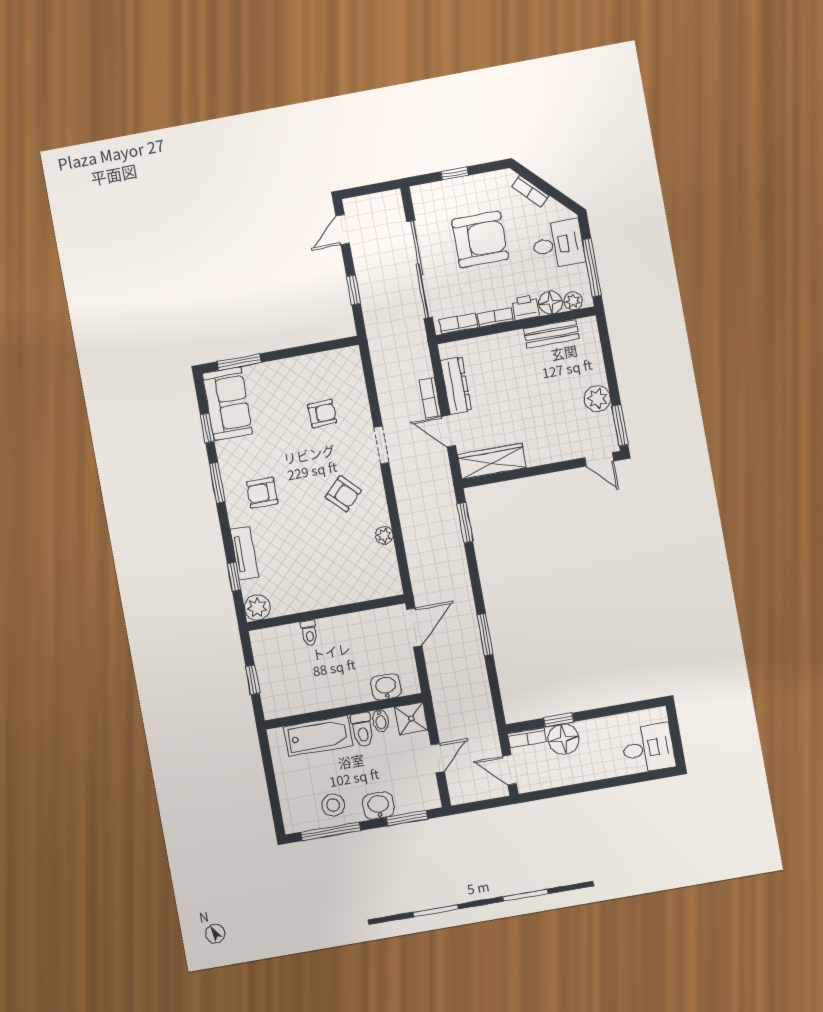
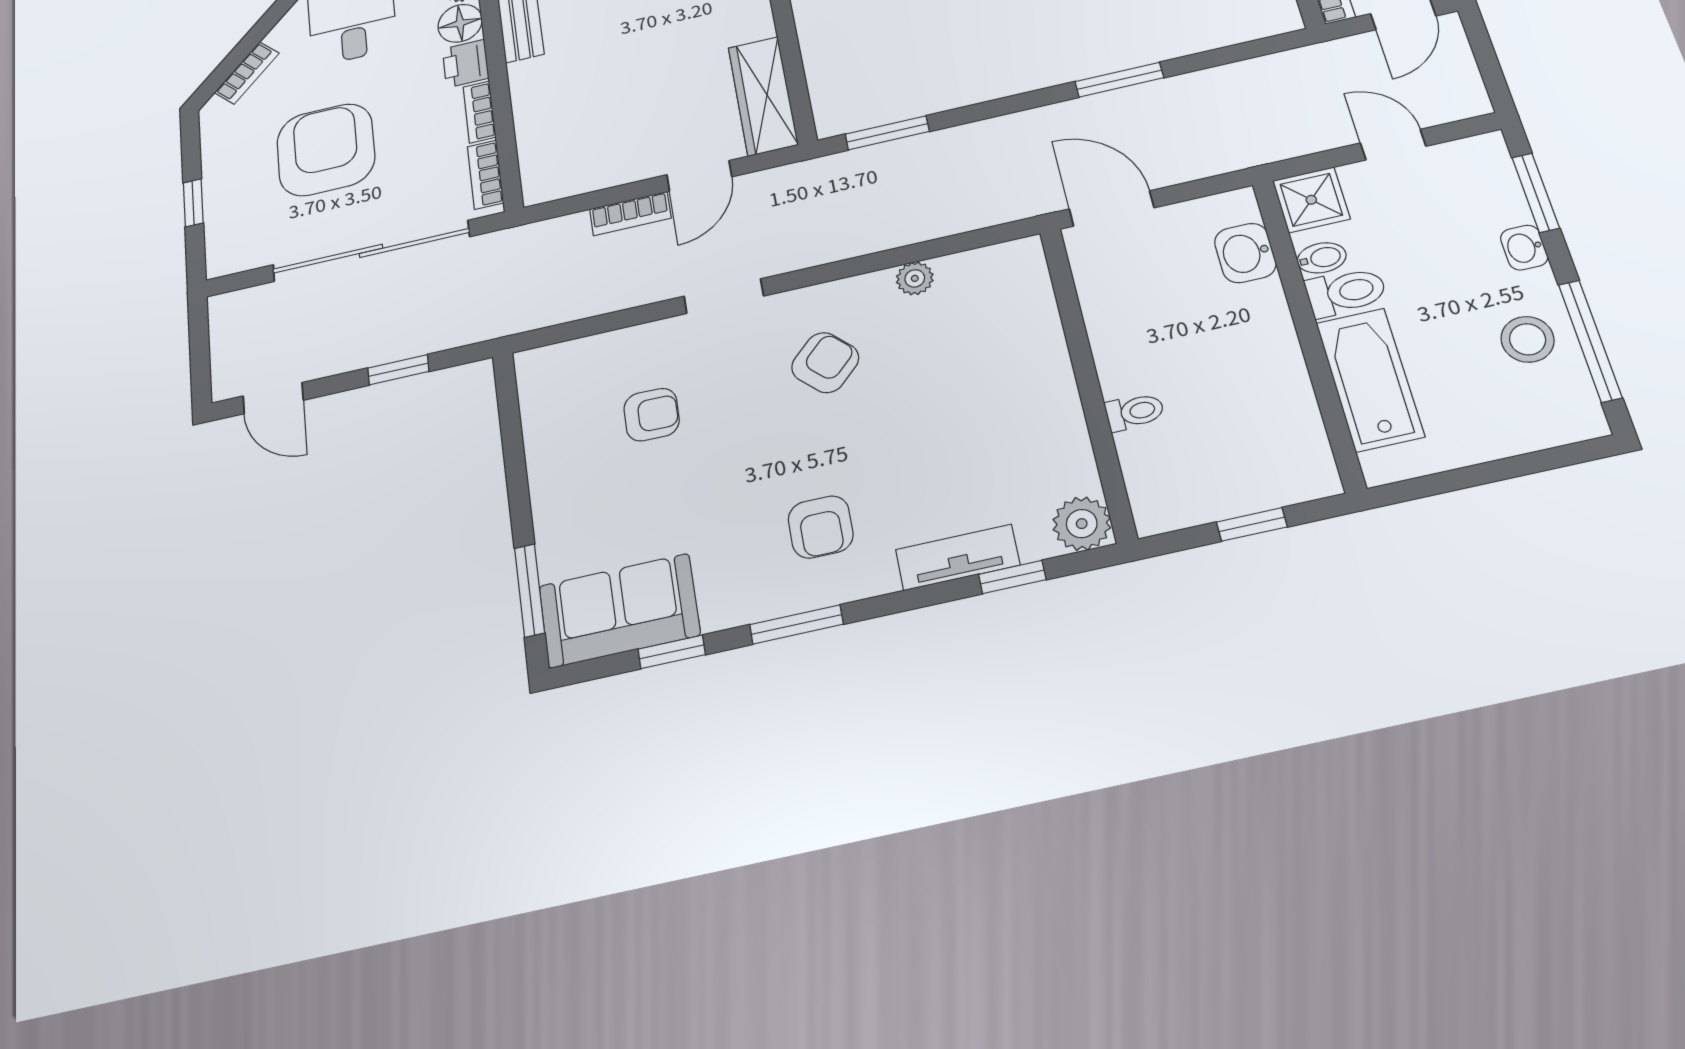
dresser: (456, 385) -> (608, 169), removed
armchair: (322, 414) -> (652, 415), turned 93
washbasin: (378, 806) -> (1524, 248), width x0.72, depth x0.69

